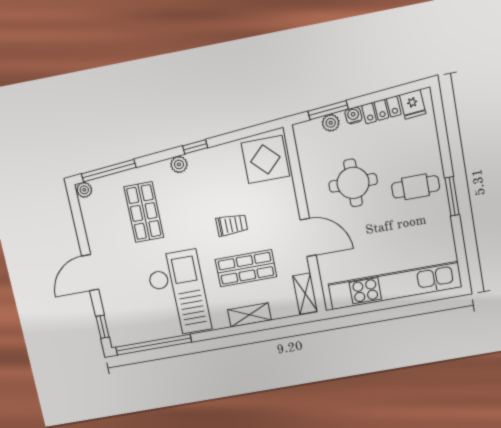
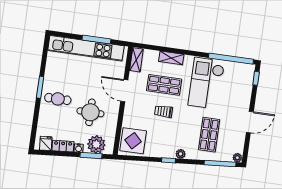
plant: (331, 123) -> (96, 144), width x1.88, depth x1.88
door: (90, 273) -> (250, 122), moved
window: (382, 305) -> (96, 39), added

